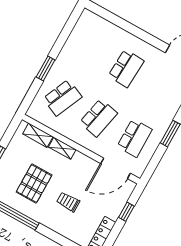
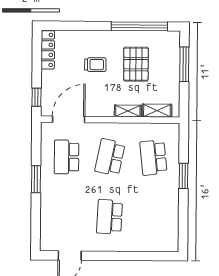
school desk: (62, 98) -> (153, 158), turned -30
window: (126, 212) -> (37, 97), moved

